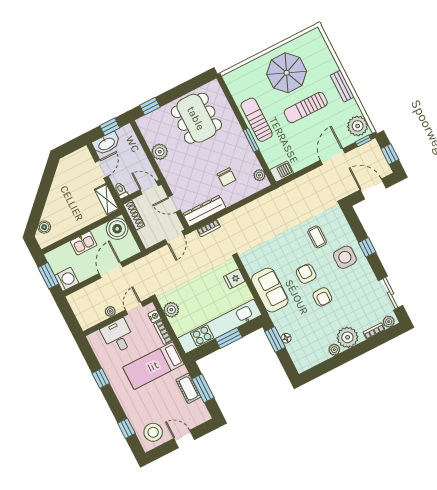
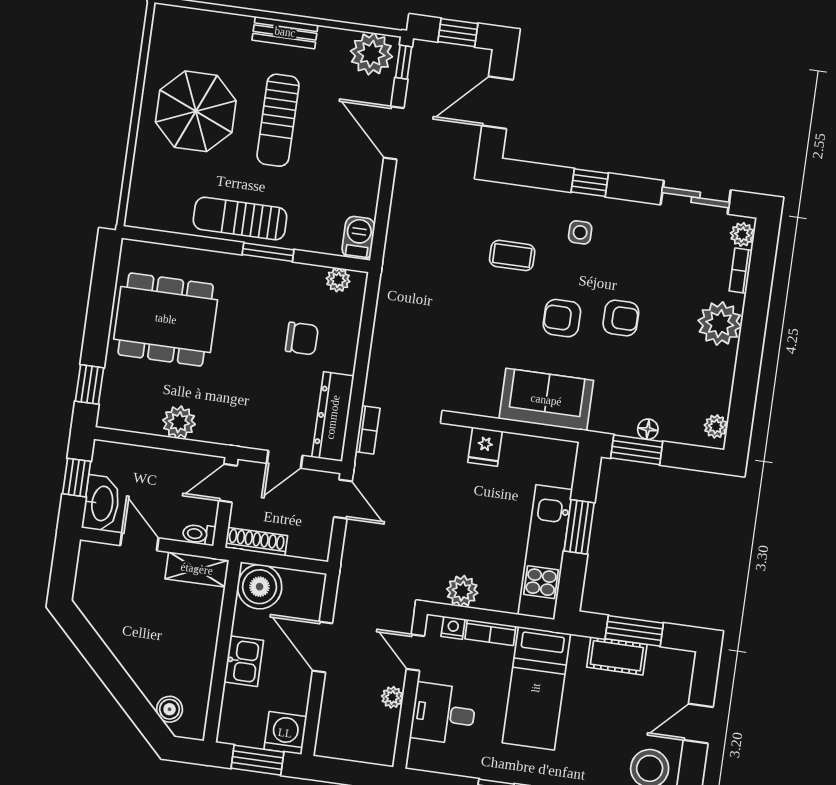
side table: (345, 257) -> (580, 232), width x0.54, depth x0.54
kitchen unit: (220, 326) -> (545, 552), width x0.73
plant: (334, 350) -> (716, 426), moved

